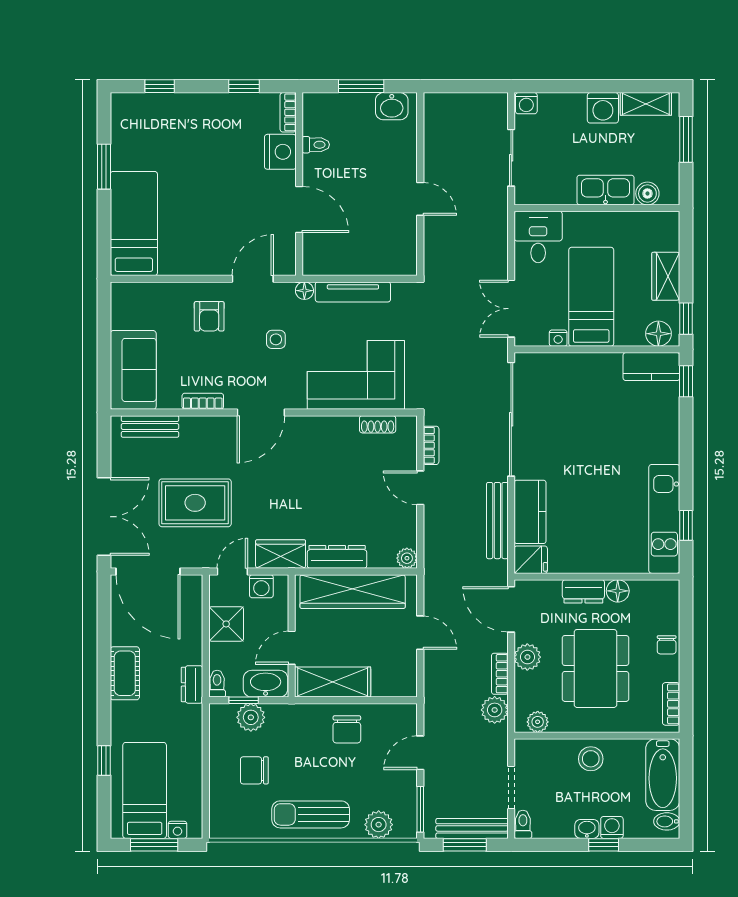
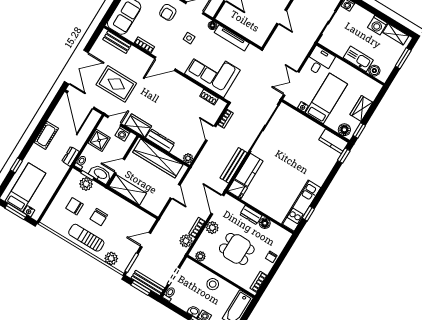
dining table: (595, 668) -> (237, 249), width x0.73
chair: (347, 729) -> (99, 217), moved

